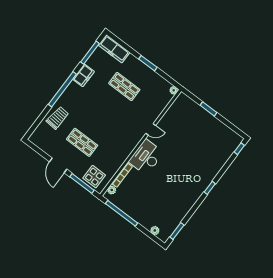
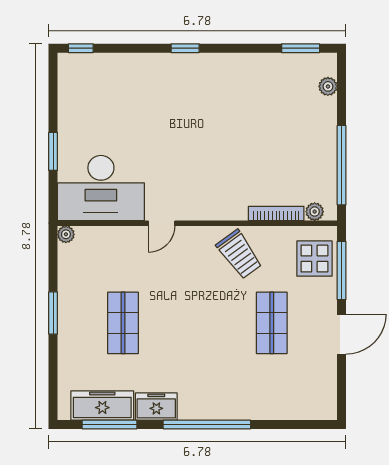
freezer: (114, 49) -> (102, 405), moved, turned -90
trolley: (58, 118) -> (239, 254), moved, turned -131
door: (151, 129) -> (162, 223), swing flipped
desk: (146, 157) -> (101, 188), moved, width x1.36, depth x1.30

